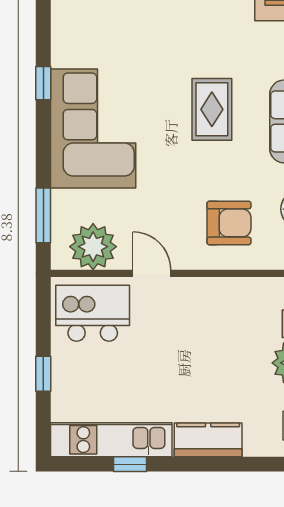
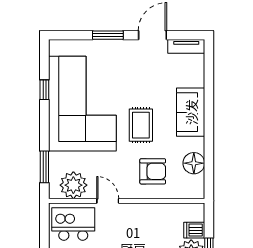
rug: (212, 109) -> (141, 125), moved
corner sofa: (93, 128) -> (82, 104), width x1.36, depth x1.36

